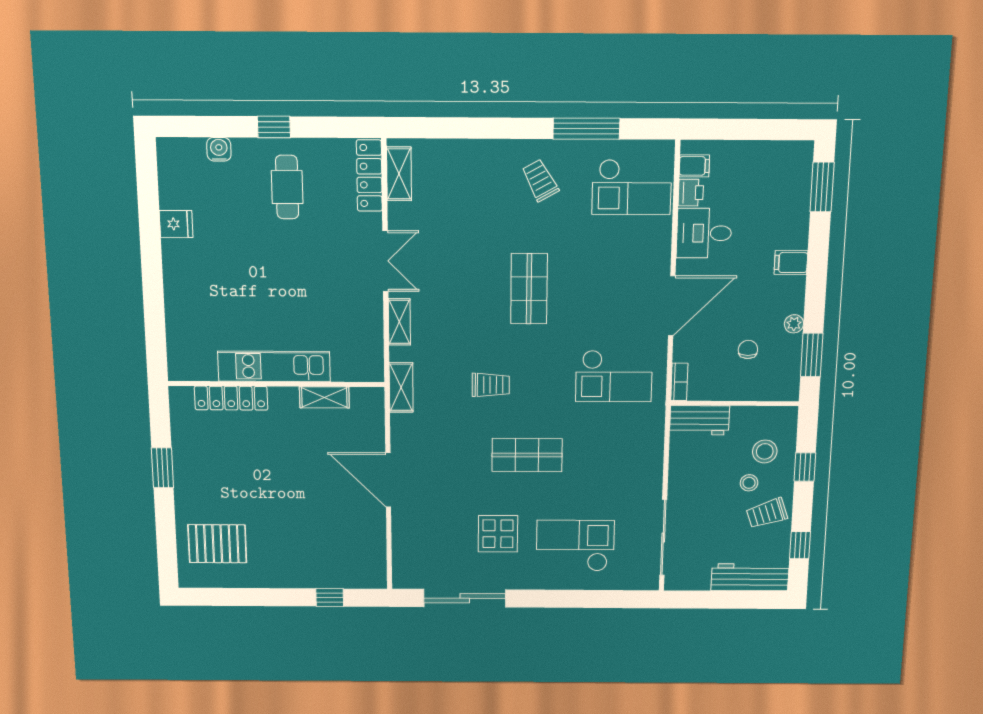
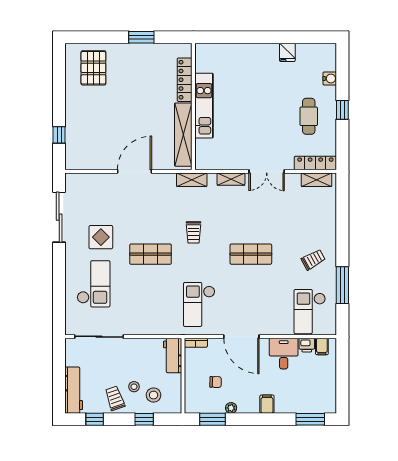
cafe table: (287, 187) -> (309, 116), turned 90
shelving: (324, 397) -> (183, 135), width x2.20, depth x1.33
shop shelf: (527, 455) -> (151, 254), turned 90

